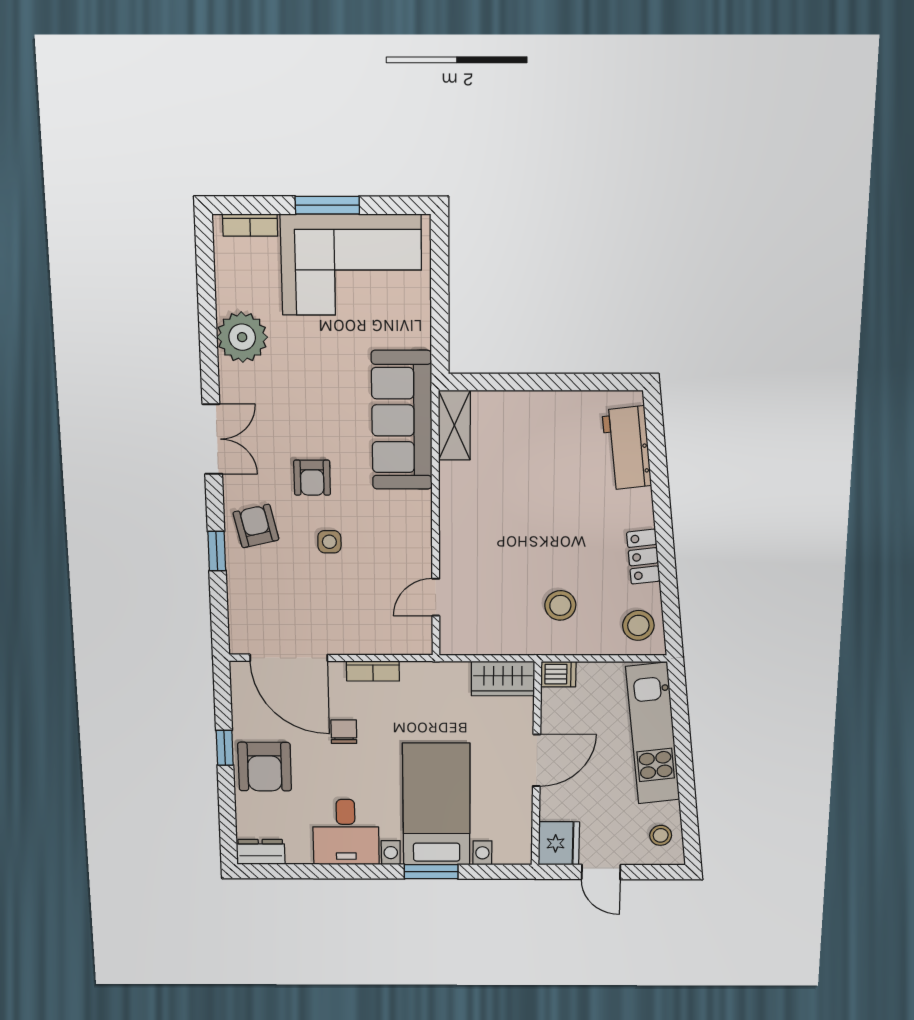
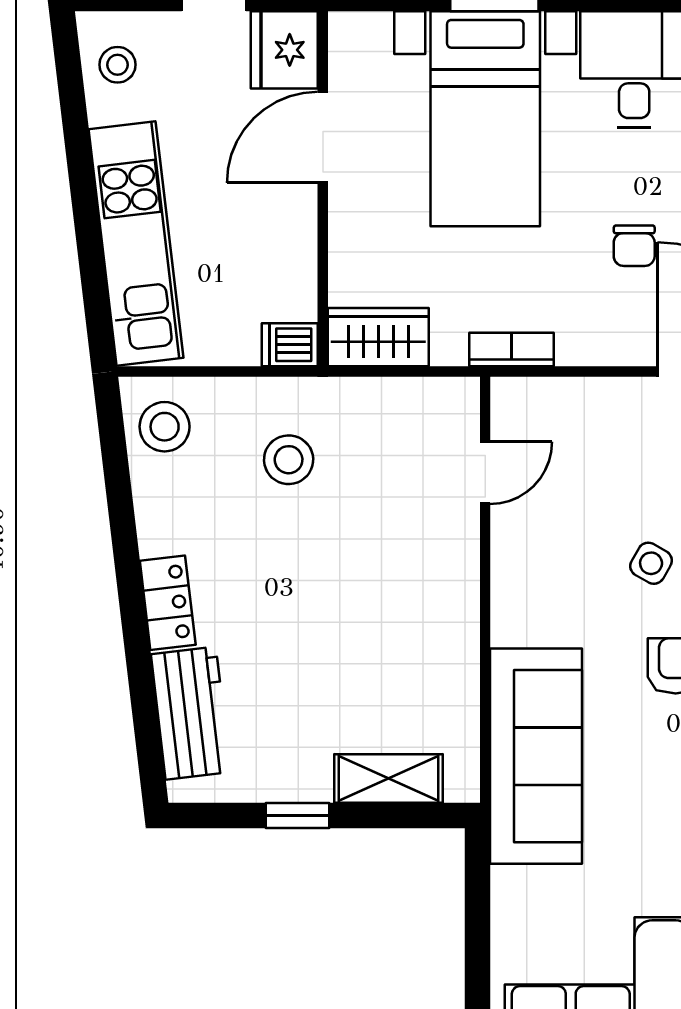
window: (558, 382) -> (298, 815), added
shelving: (454, 425) -> (388, 778), moved, turned 90
side table: (329, 542) -> (651, 563), turned 30
locker: (643, 557) -> (168, 603), moved
bookcase: (373, 671) -> (511, 349), moved
door: (537, 760) -> (323, 137), moved

